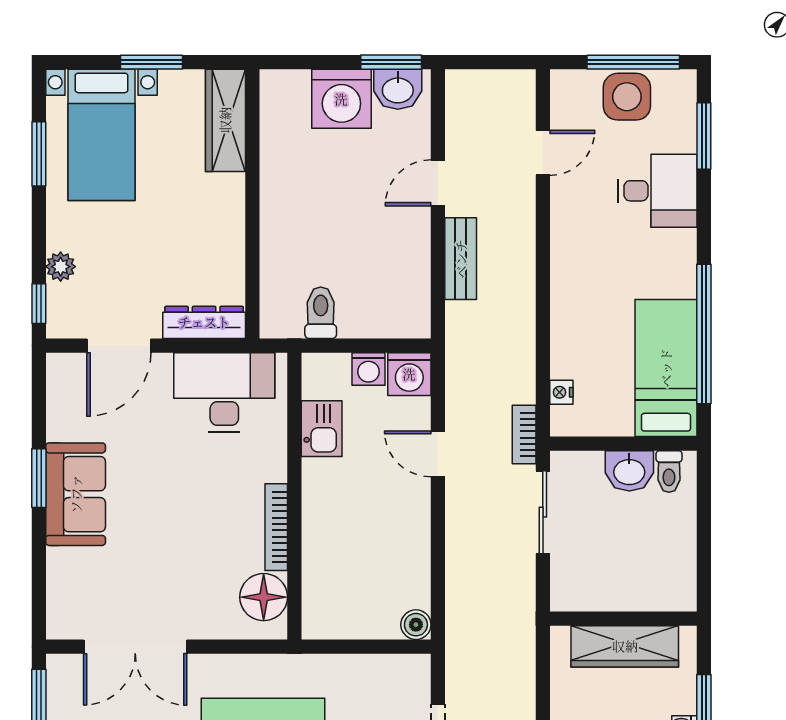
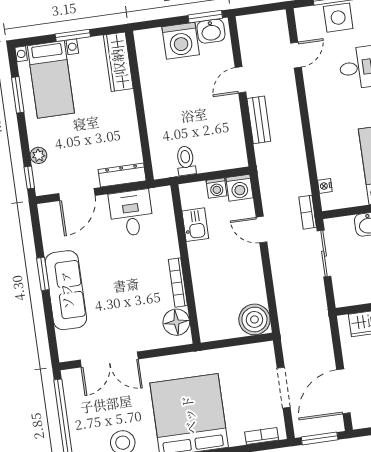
desk: (224, 392) -> (131, 213), width x0.73
sofa: (76, 494) -> (66, 290), width x1.36
boiler: (416, 625) -> (254, 319), width x1.86, depth x1.86

